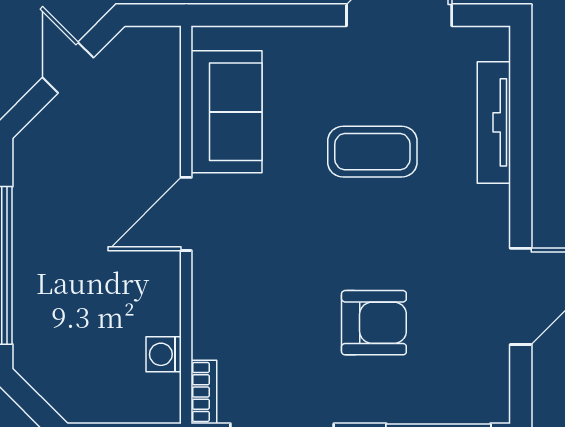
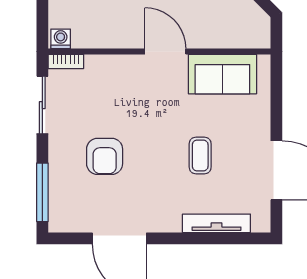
coffee table: (372, 152) -> (200, 155), width x0.73, depth x0.77
washing machine: (164, 354) -> (61, 39), moved

